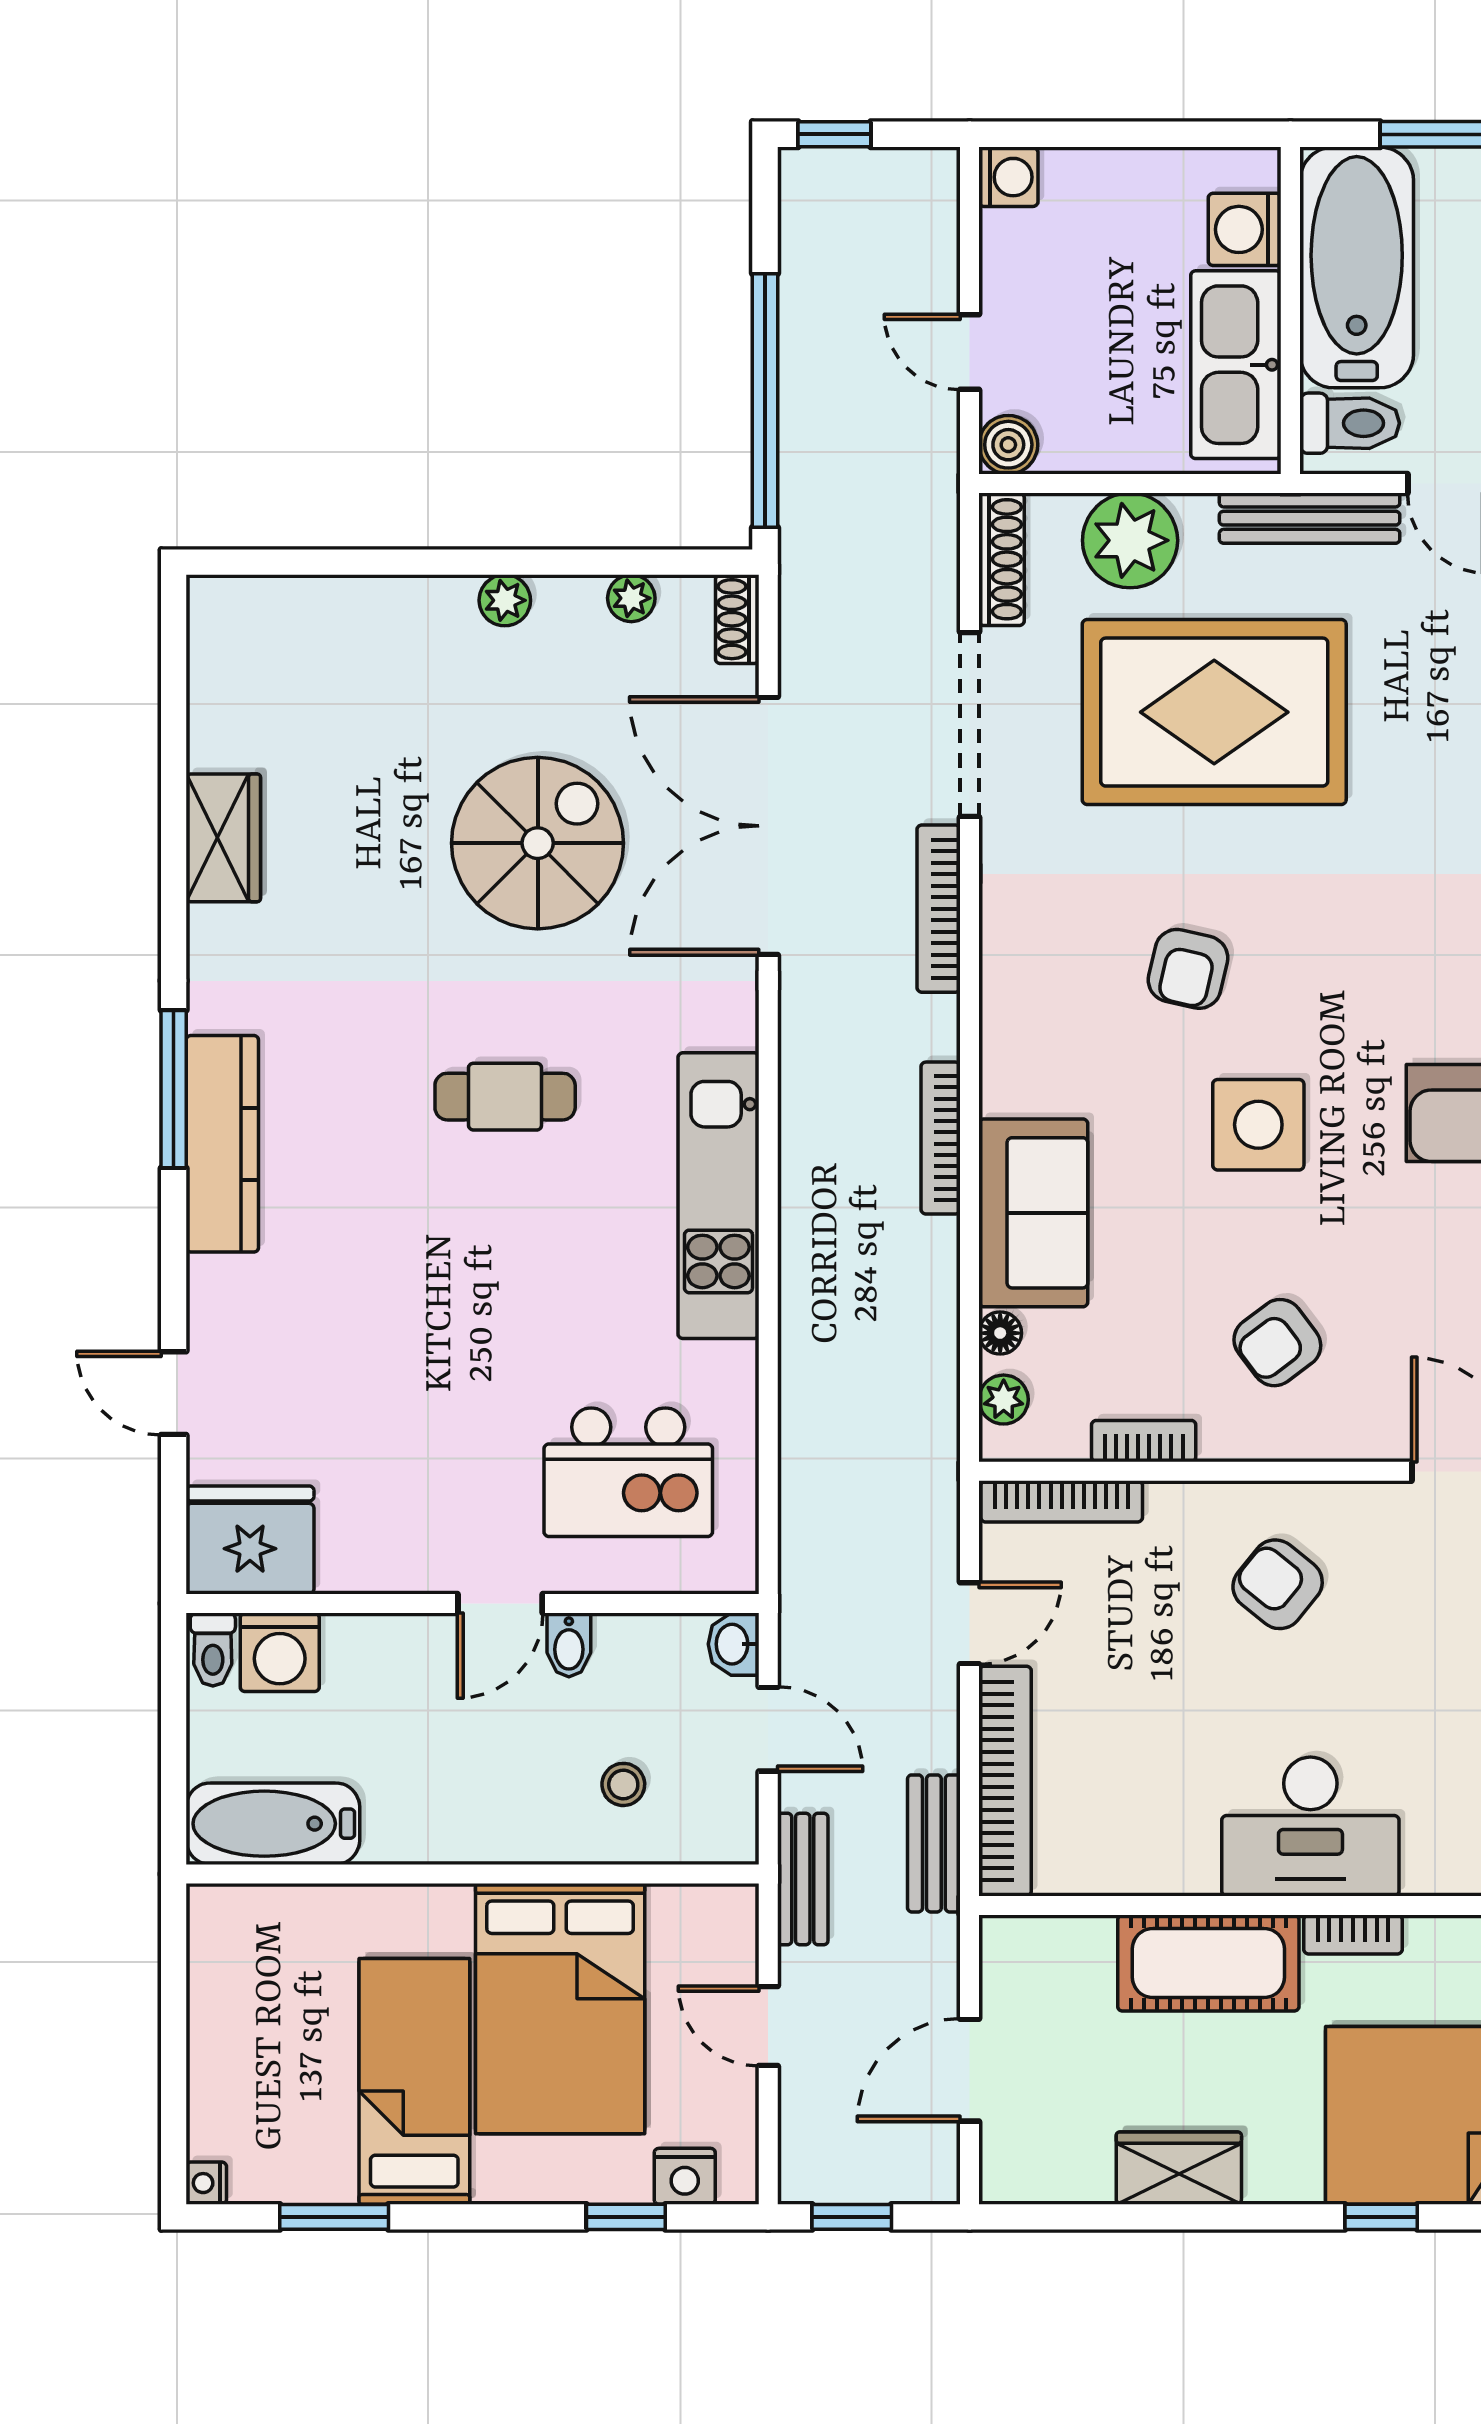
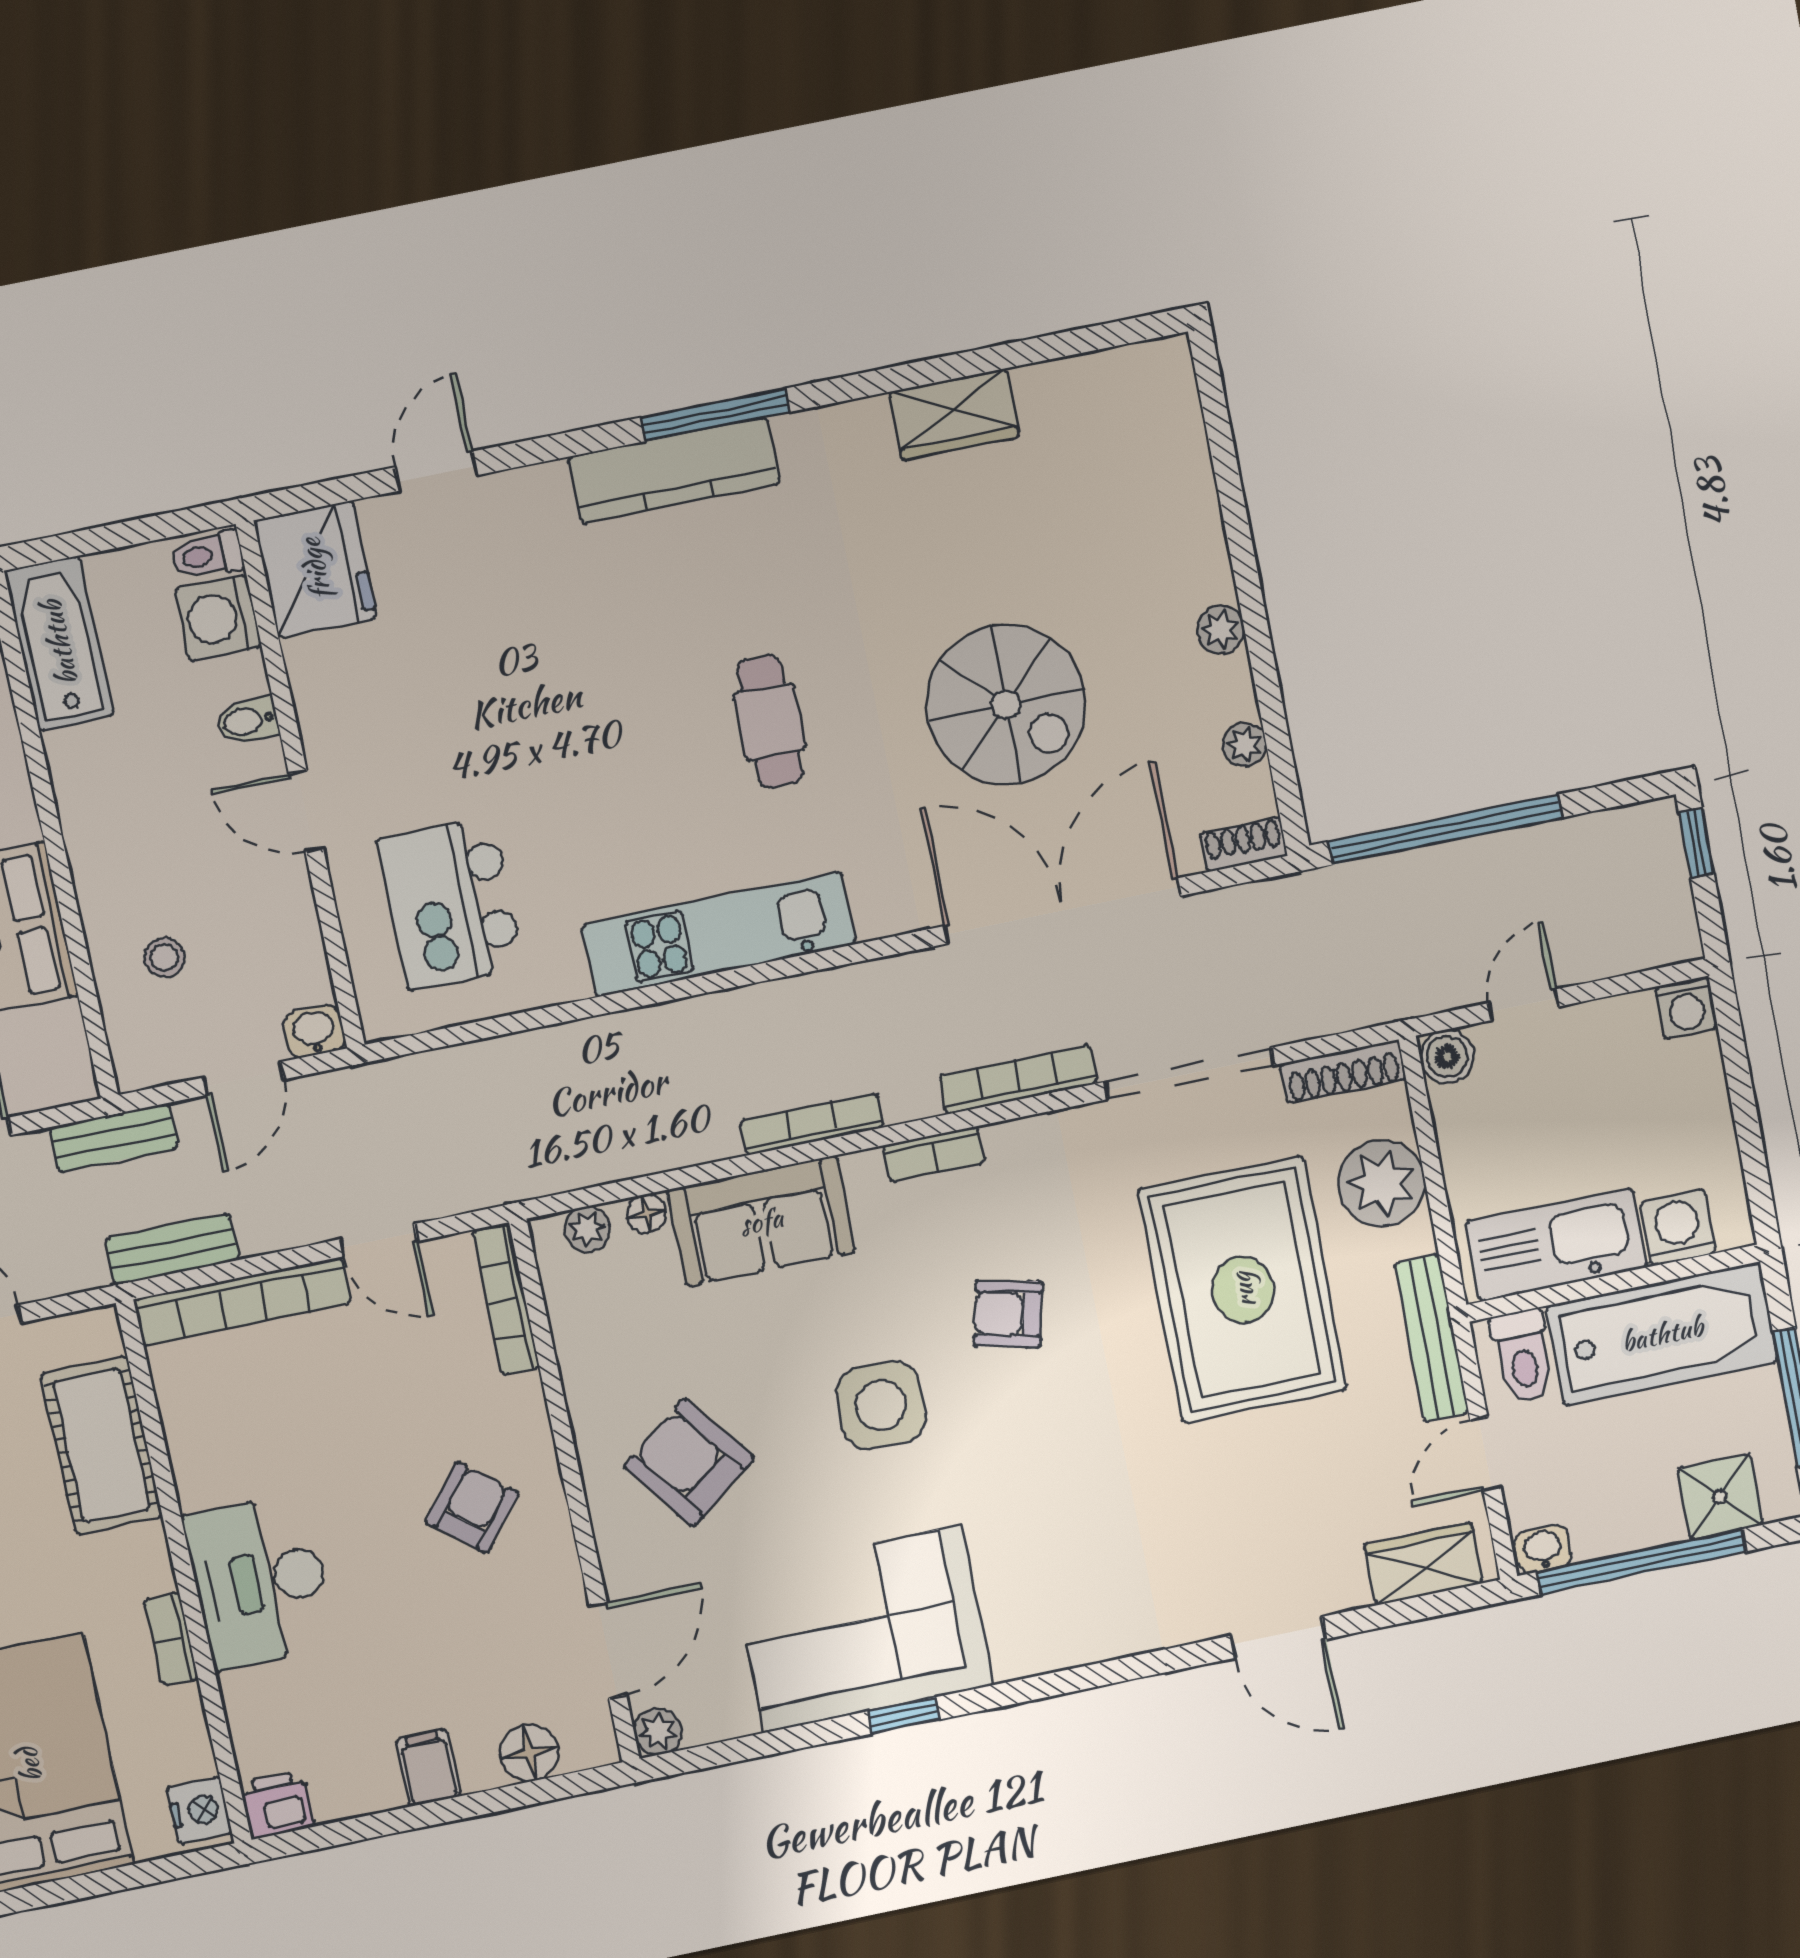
armchair: (1277, 1343) -> (689, 1462), width x1.38, depth x1.38
bookcase: (1144, 1441) -> (934, 1154), moved, turned 90
bidet: (569, 1645) -> (247, 721), moved
cot: (1208, 1963) -> (102, 1446), moved

